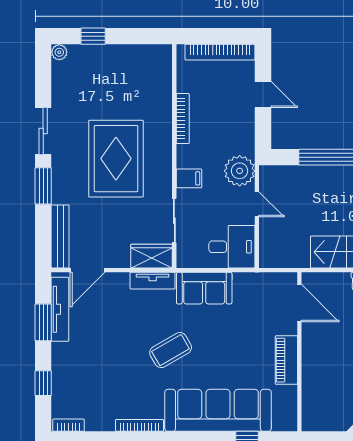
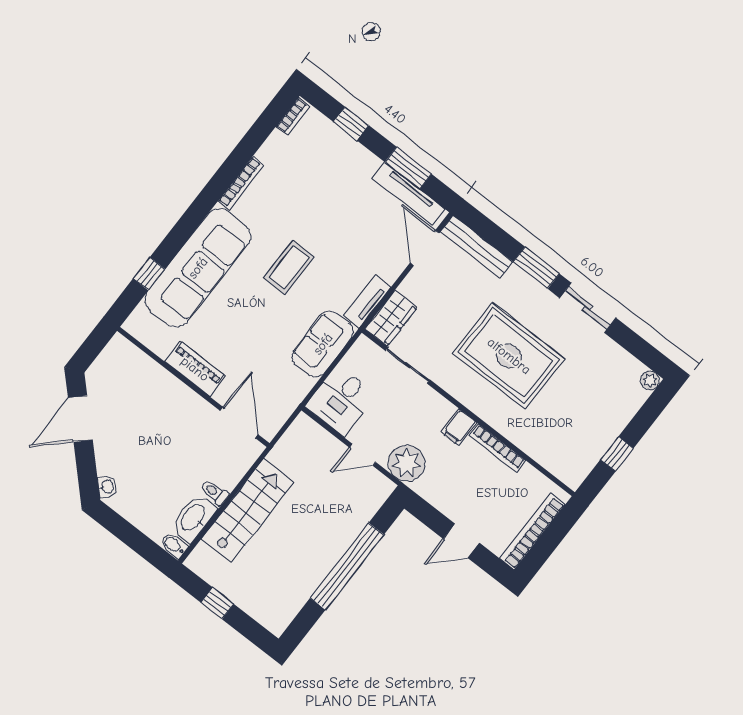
window: (93, 36) -> (617, 454), moved
filing cabinet: (189, 178) -> (459, 427), moved
door: (299, 303) -> (239, 423), swing flipped
coffee table: (171, 350) -> (289, 267), turned 30

